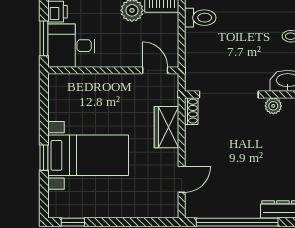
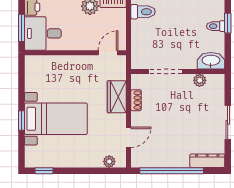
door: (155, 70) -> (108, 53), hinge flipped
doorway: (229, 94) -> (165, 71), width x0.73
shoe rack: (191, 111) -> (136, 100), moved
plant: (157, 210) -> (109, 161), added

